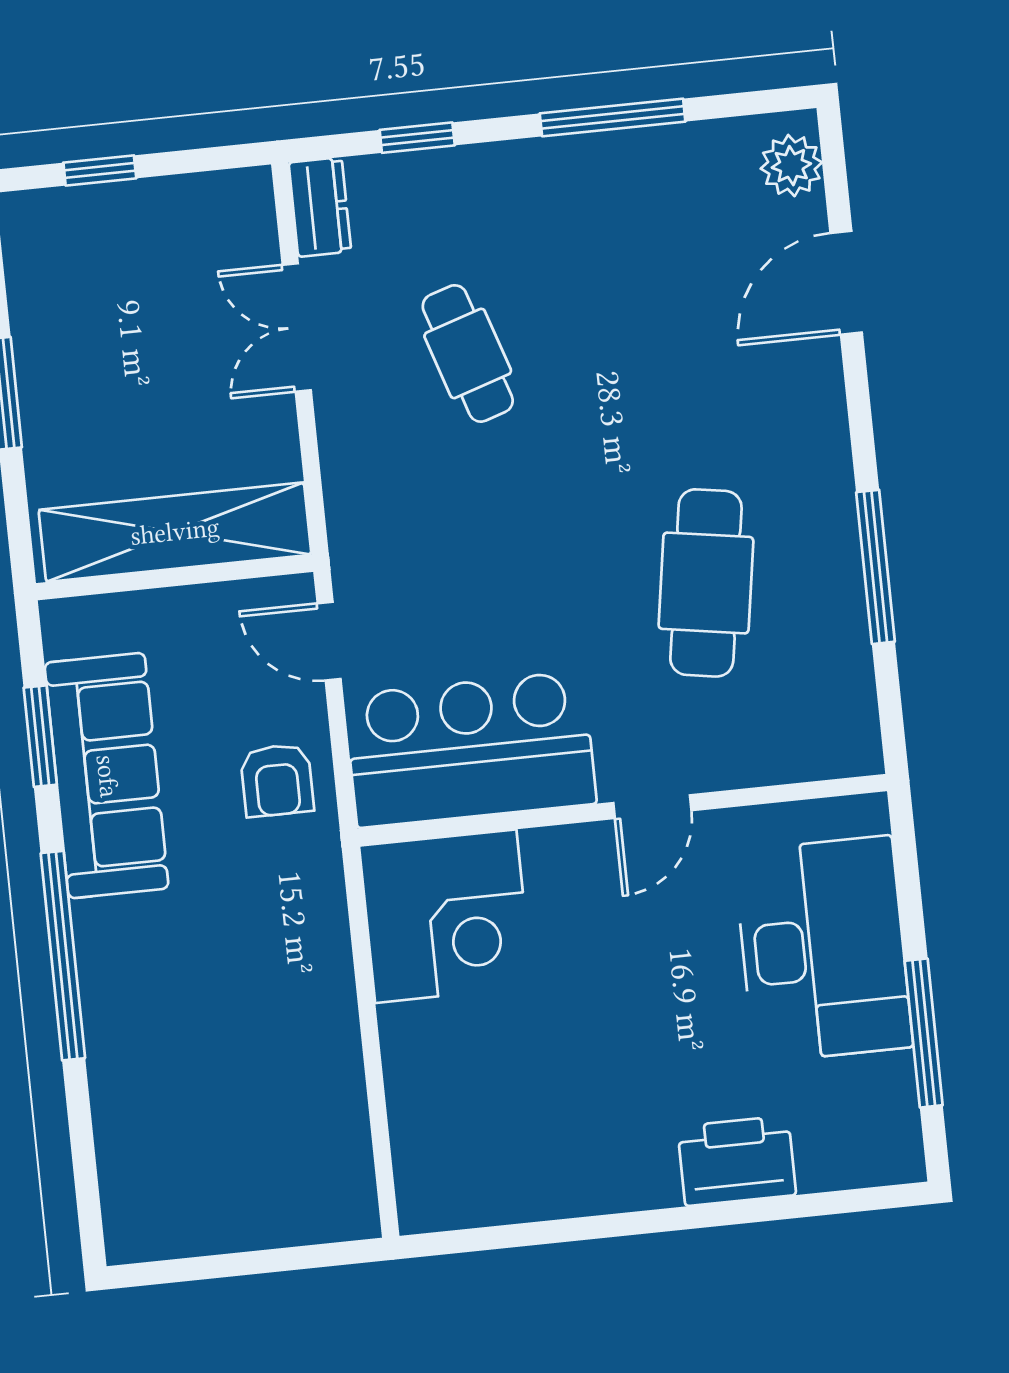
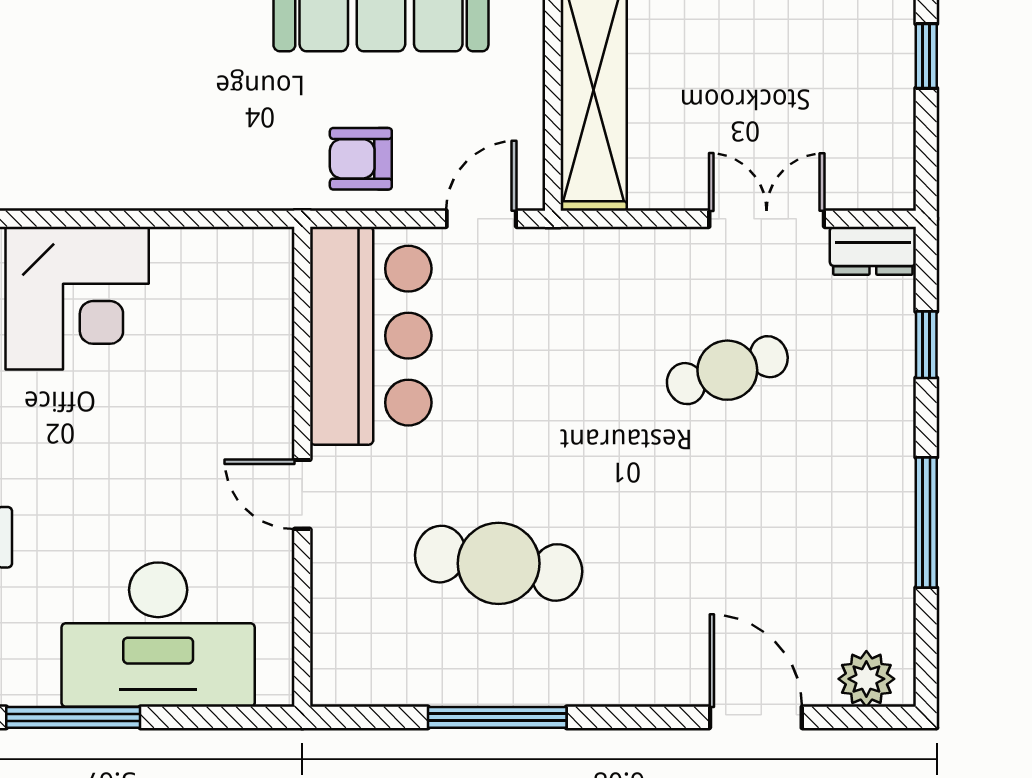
corner desk: (446, 916) -> (77, 298), moved, turned -90

